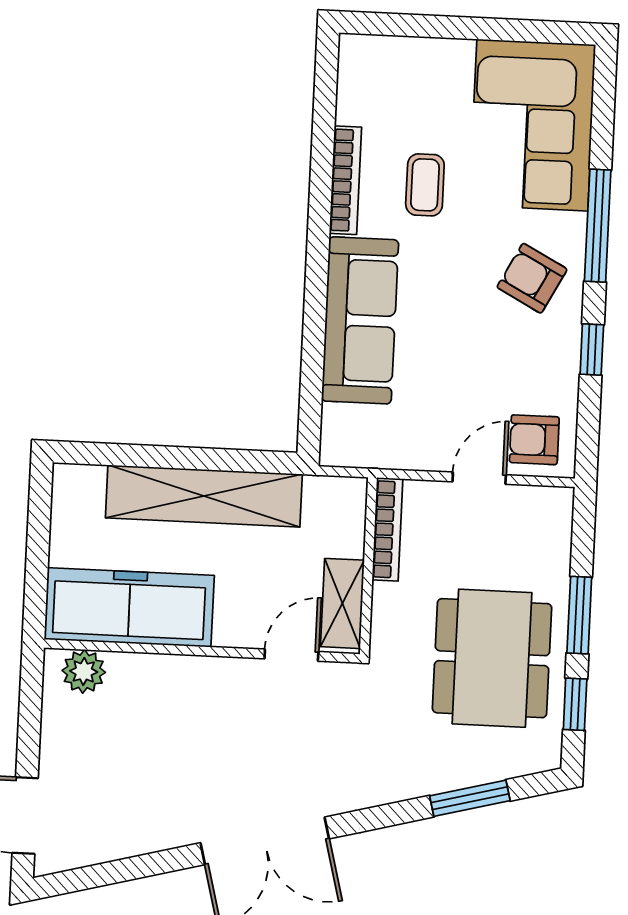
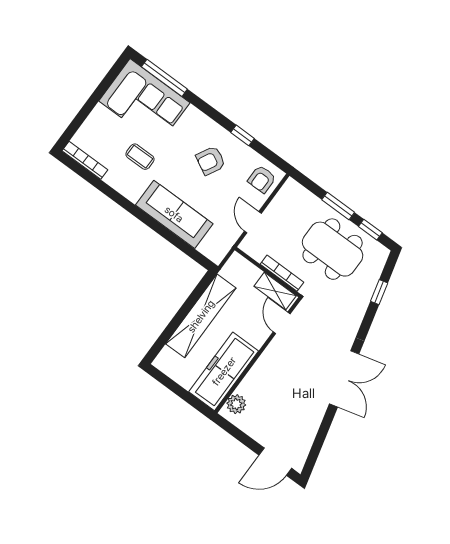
bookcase: (345, 180) -> (85, 160), moved
window: (598, 226) -> (164, 78), moved
armchair: (532, 278) -> (211, 161), moved
door: (479, 478) -> (253, 222), moved
bookcase: (387, 529) -> (282, 273), moved
window: (470, 798) -> (379, 292), width x0.67

